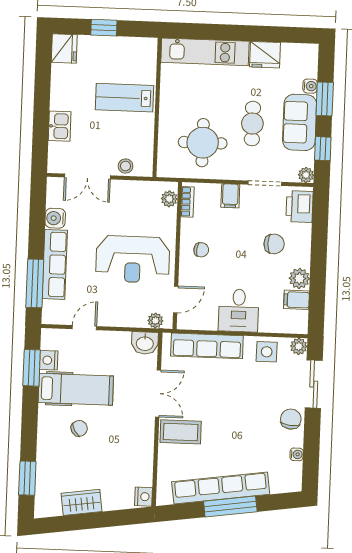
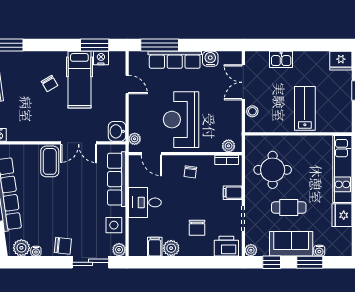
plant: (291, 473) -> (21, 248), added

